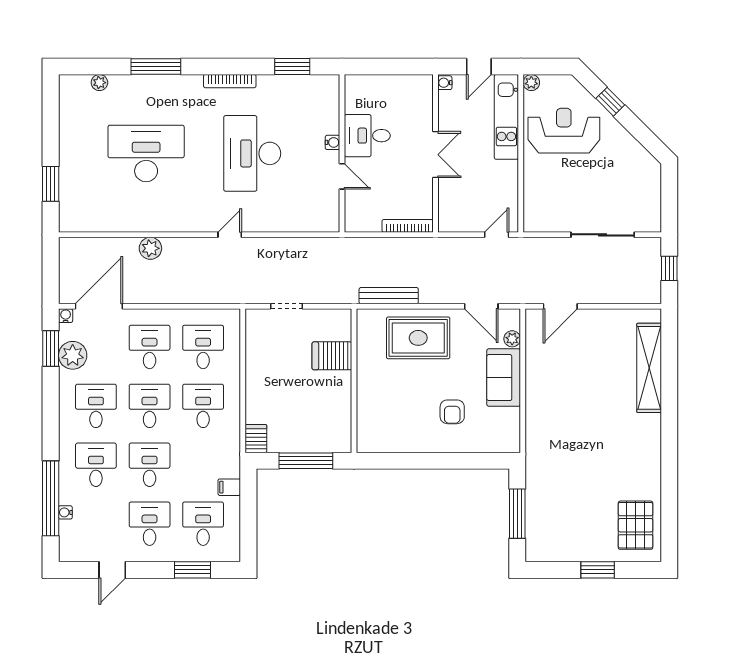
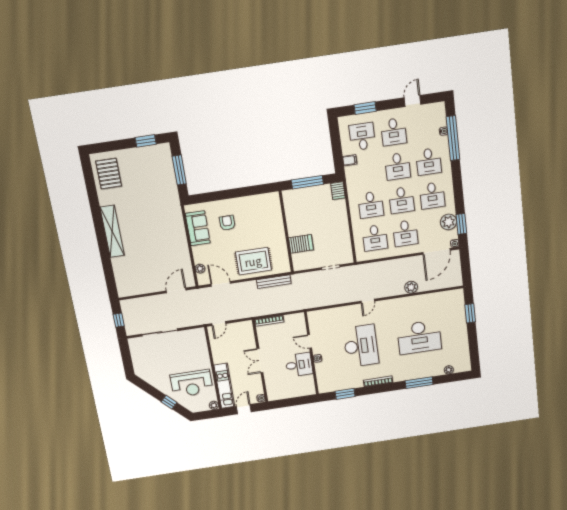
shelving: (649, 368) -> (112, 231), moved
sofa: (504, 378) -> (198, 228), moved
desk: (203, 524) -> (362, 136), turned 180
window: (598, 570) -> (146, 141), moved

